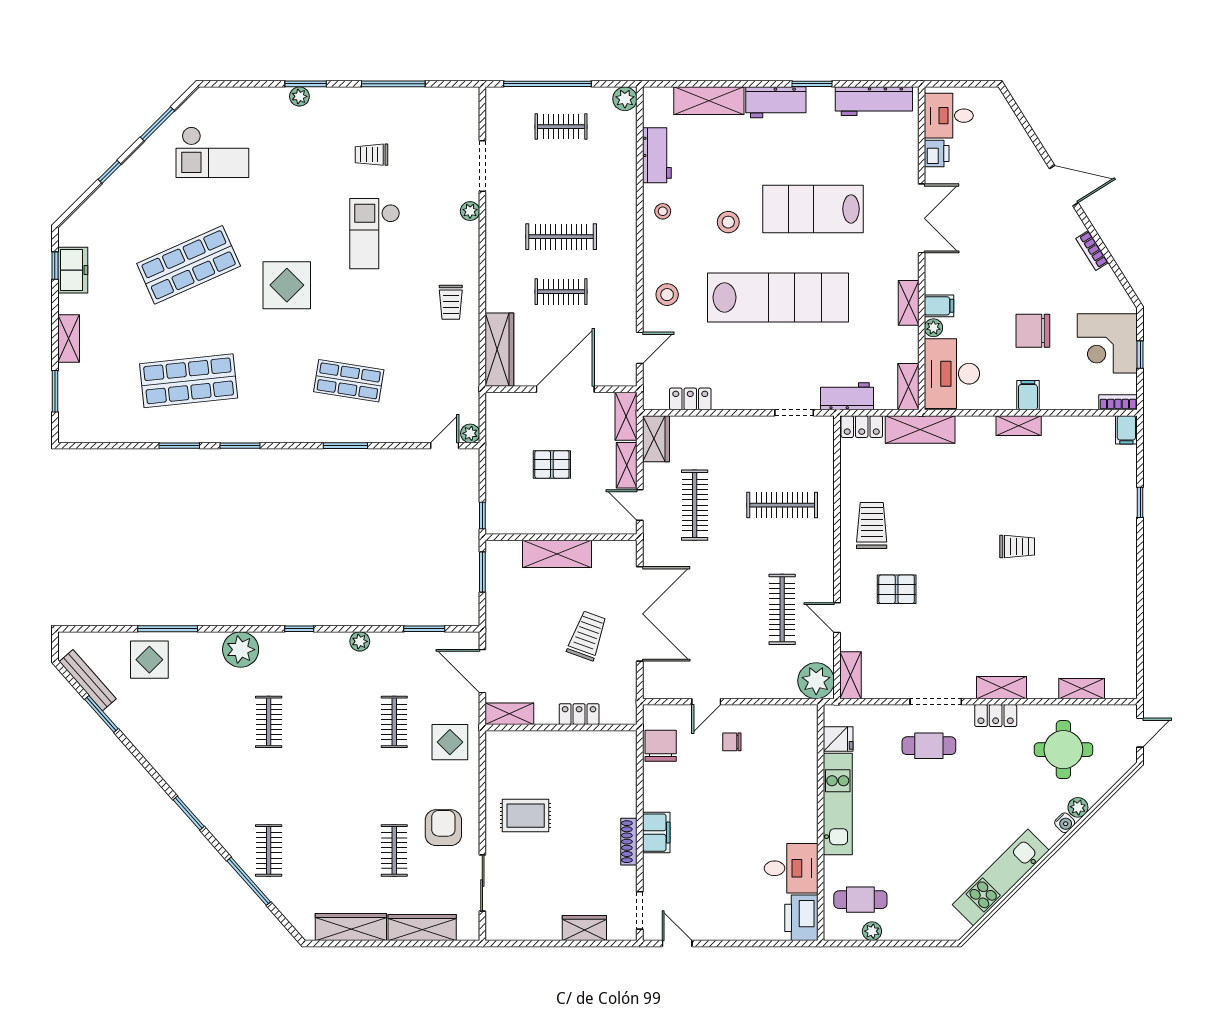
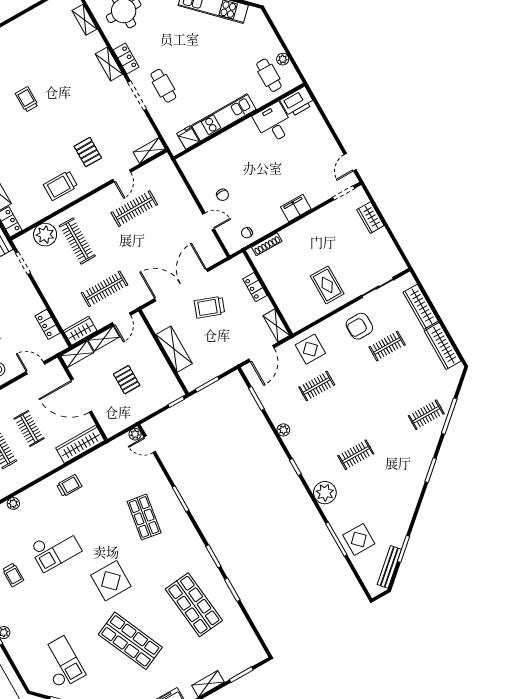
plant: (816, 681) -> (45, 235), moved
chair: (661, 746) -> (247, 233), width x0.54, depth x0.54
shoe rack: (629, 842) -> (267, 244), moved

